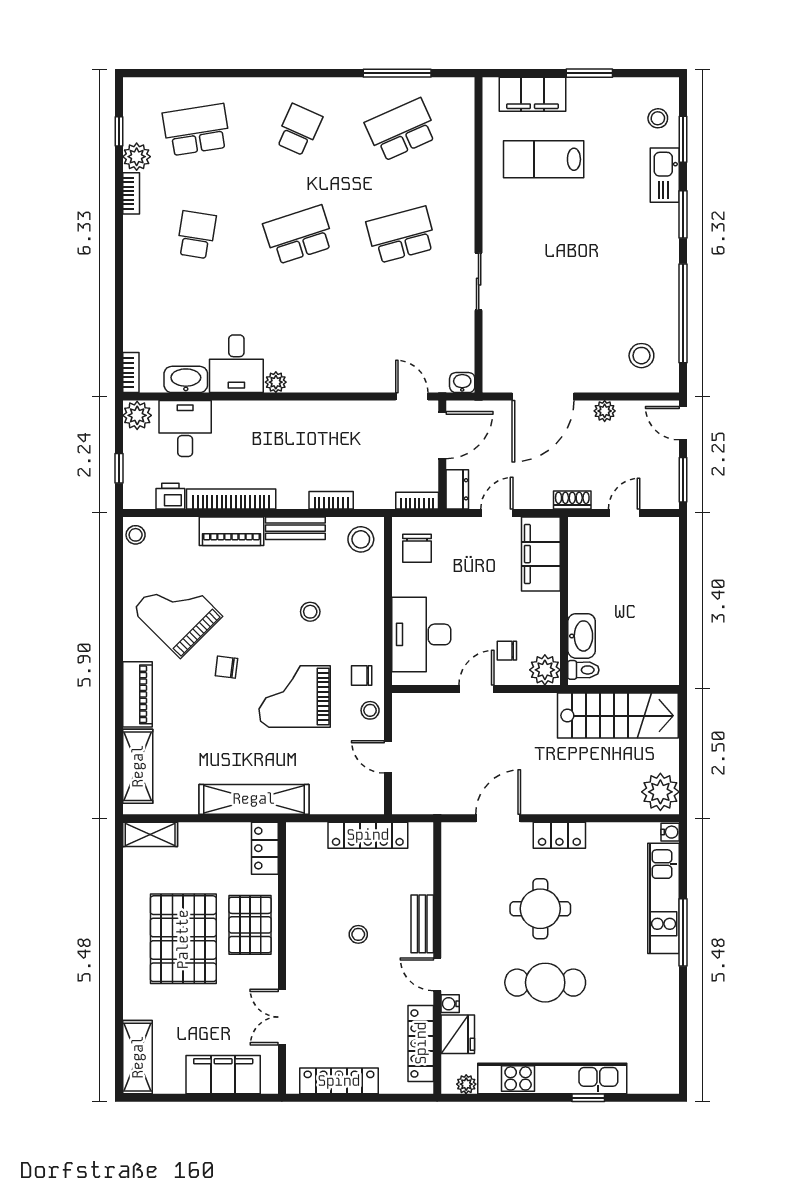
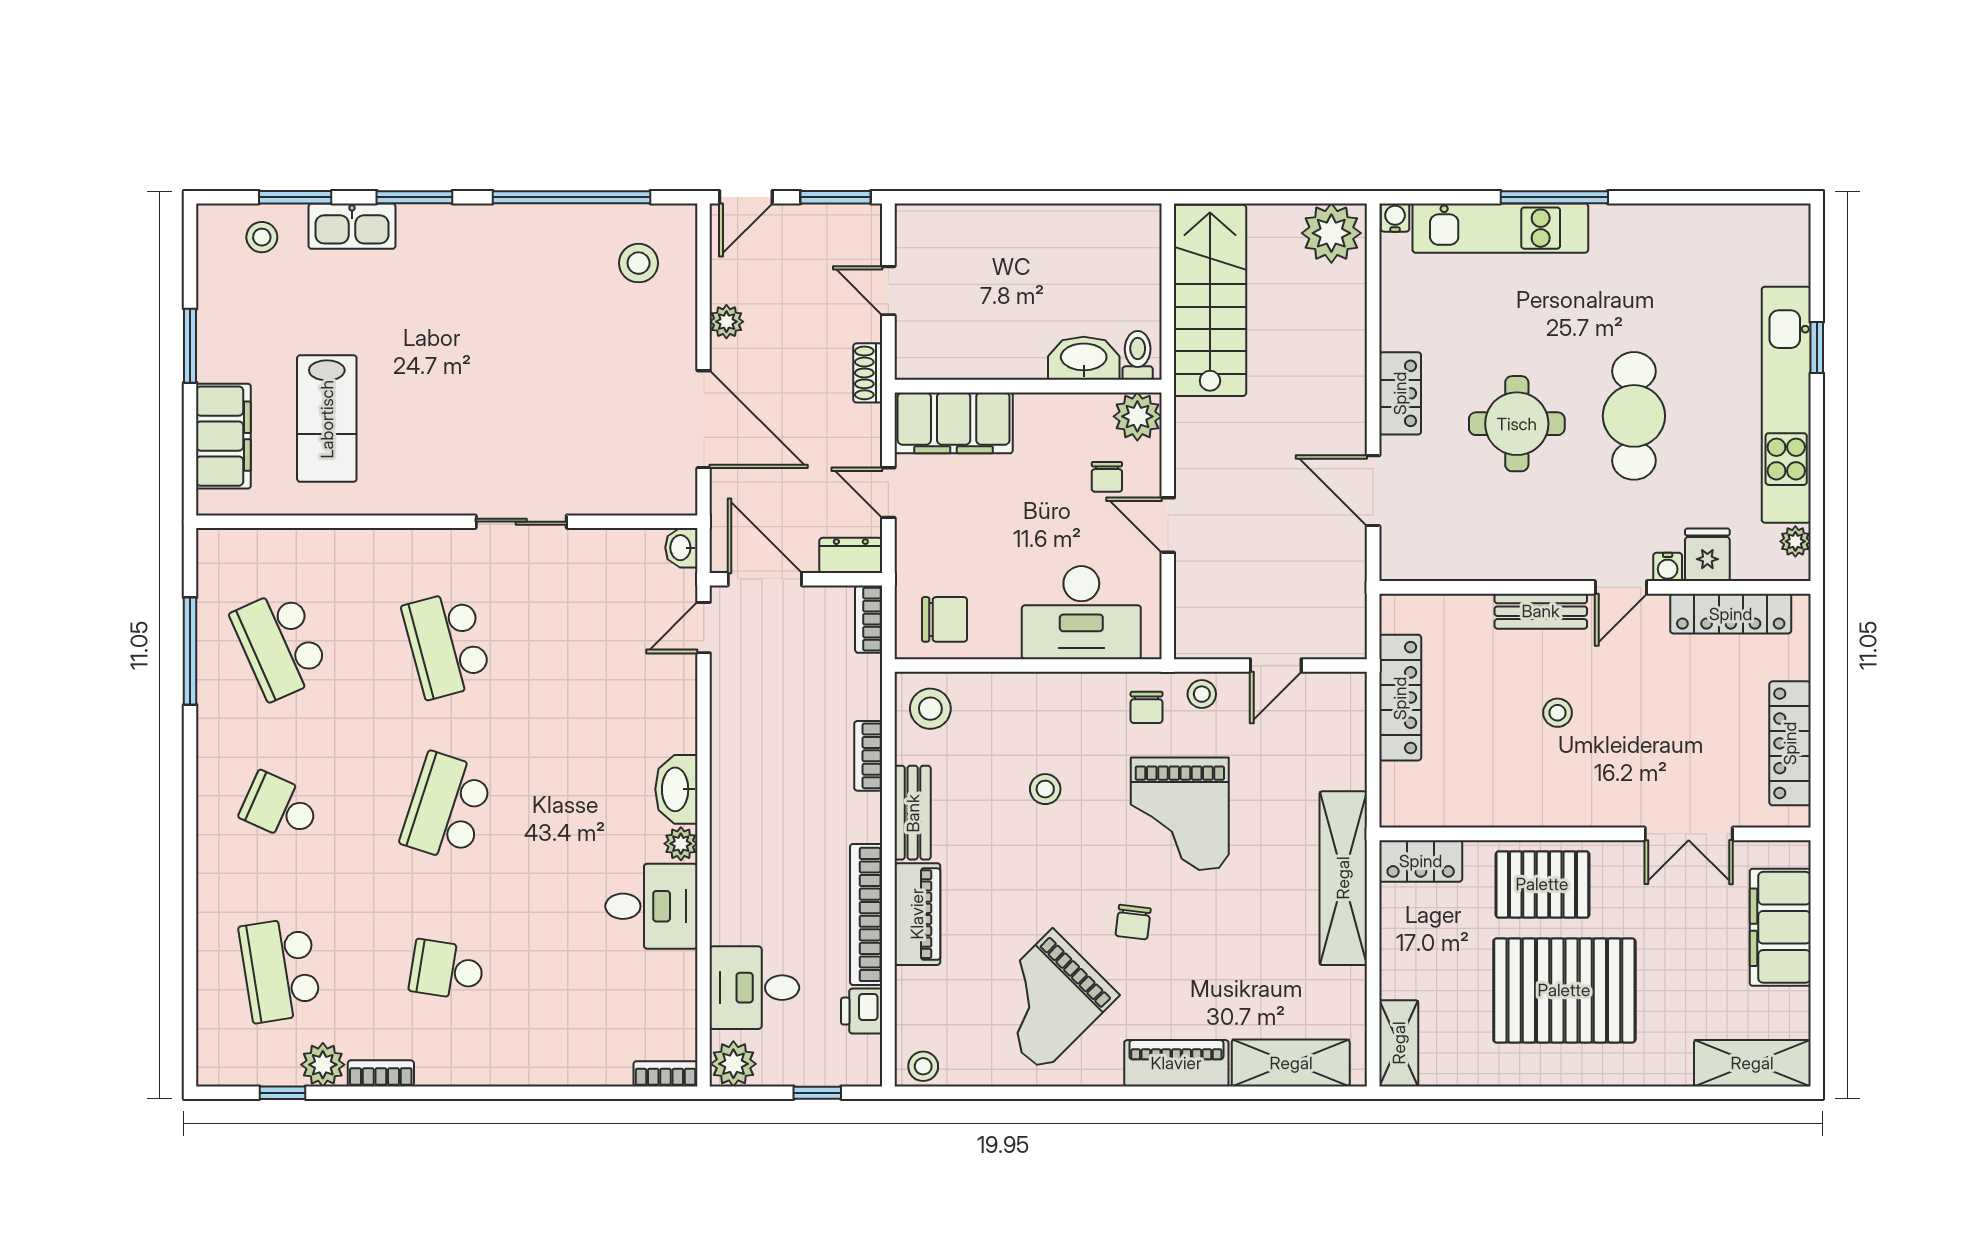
school desk: (299, 235) -> (447, 807), turned 36
washbasin: (186, 379) -> (676, 789), moved
fridge: (458, 1034) -> (1707, 555), width x0.72

